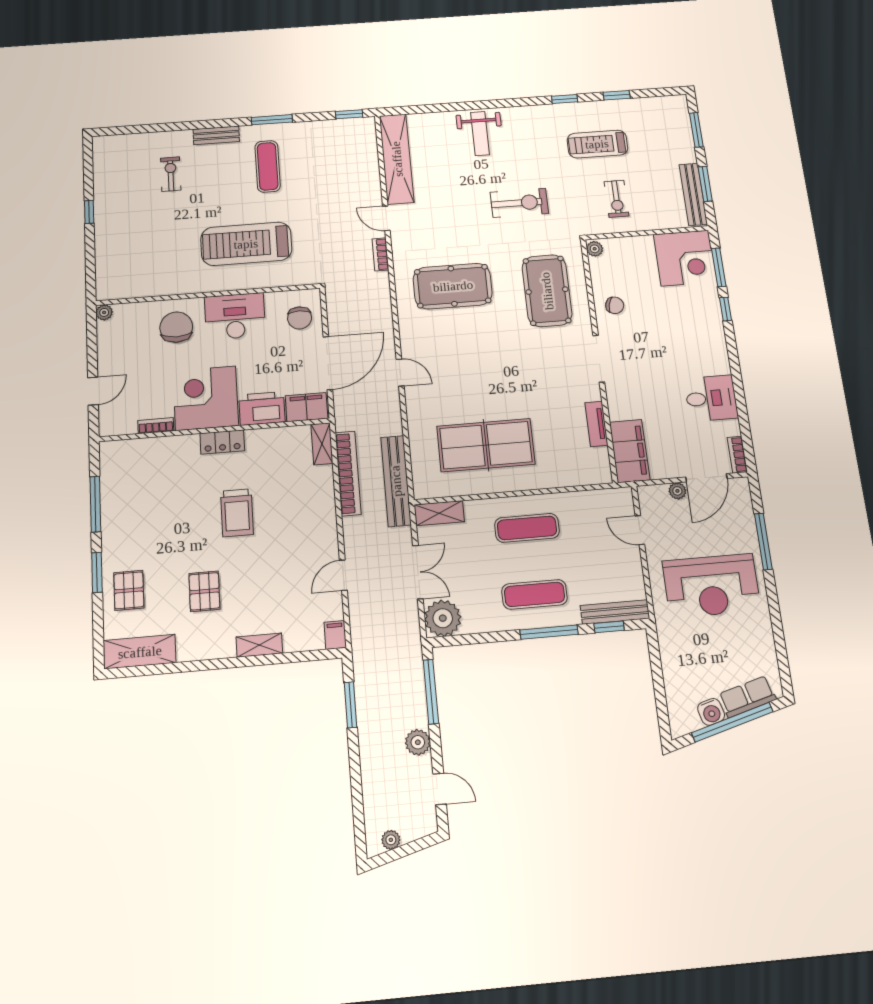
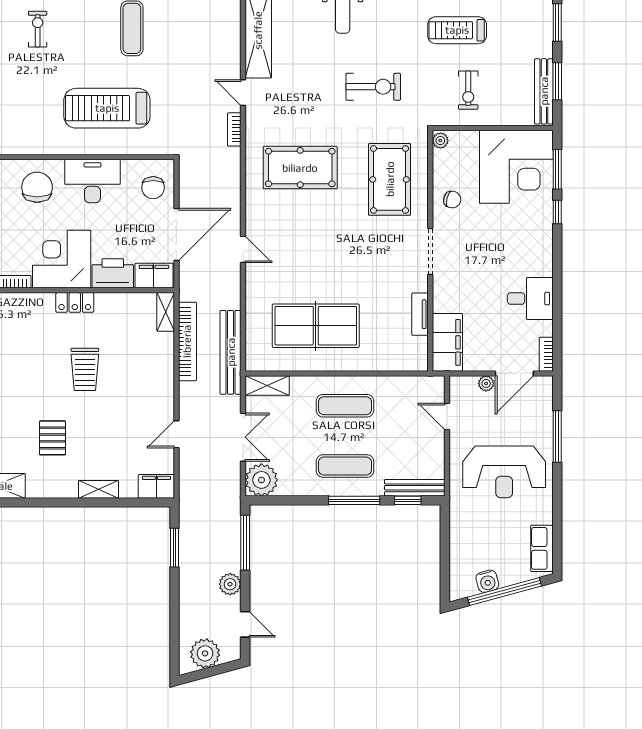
corner desk: (685, 258) -> (516, 167), width x1.36, depth x1.36
filing cabinet: (335, 635) -> (156, 486), width x2.00
row of seats: (747, 697) -> (542, 548), moved, turned -75
plant: (391, 840) -> (205, 653), width x1.87, depth x1.87

